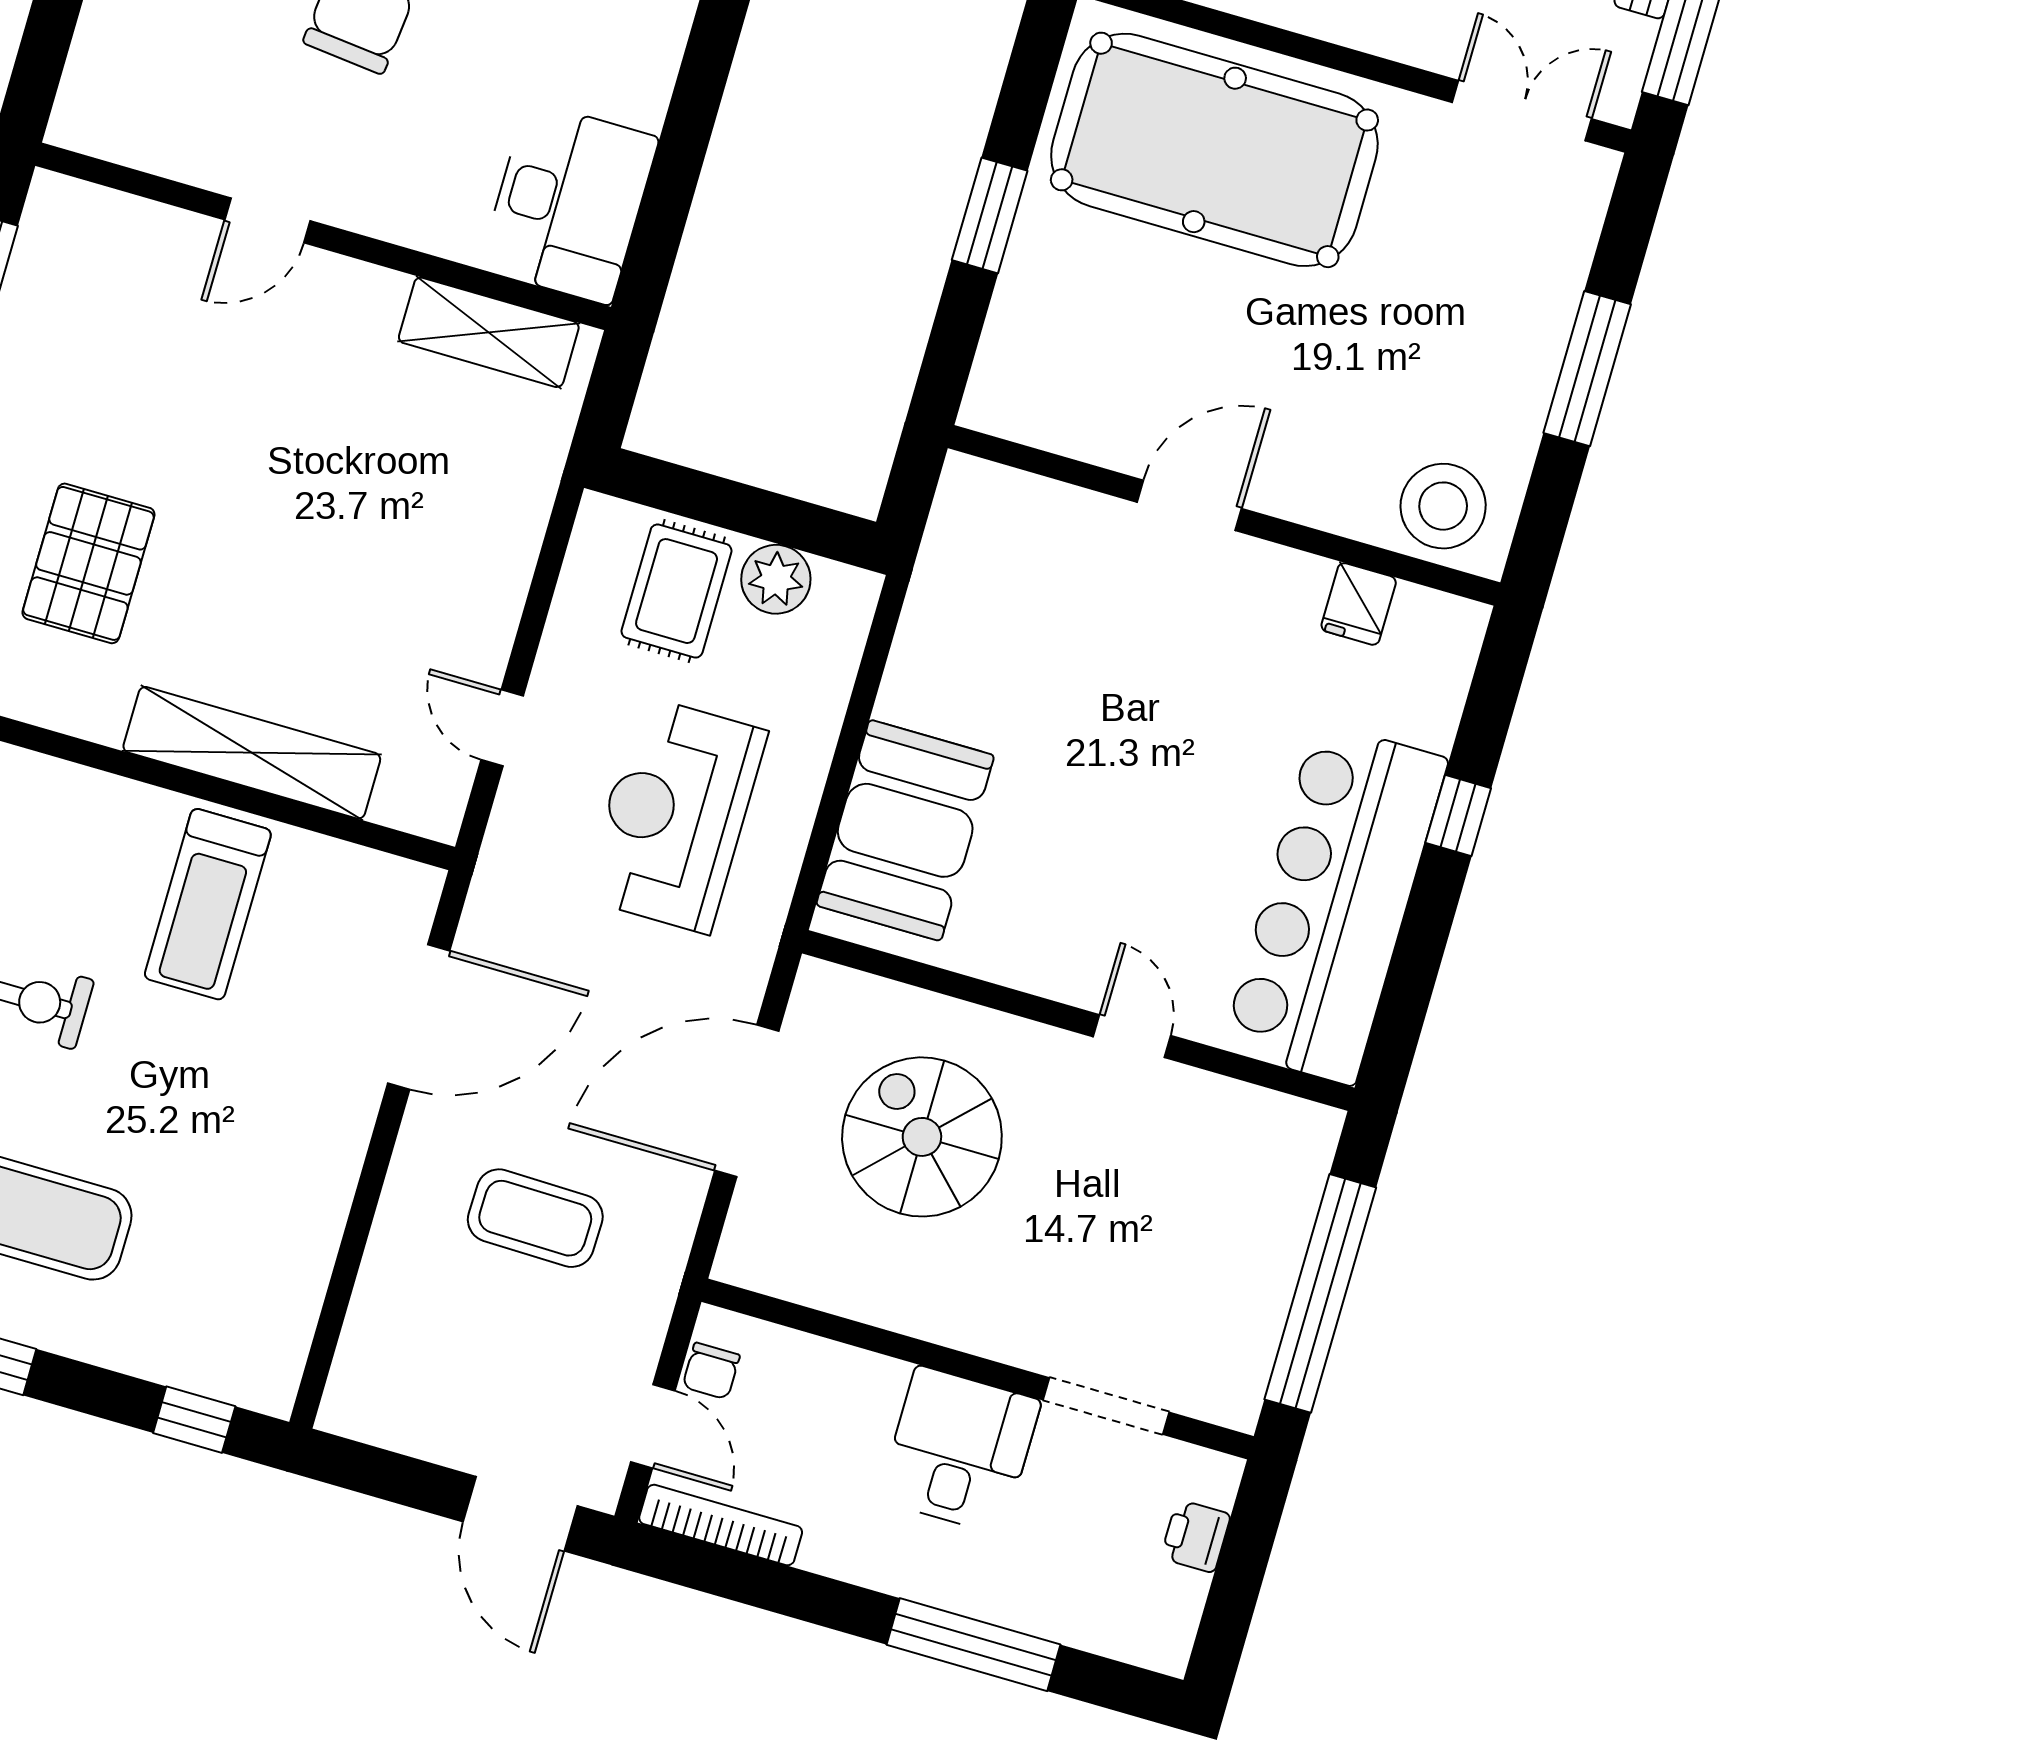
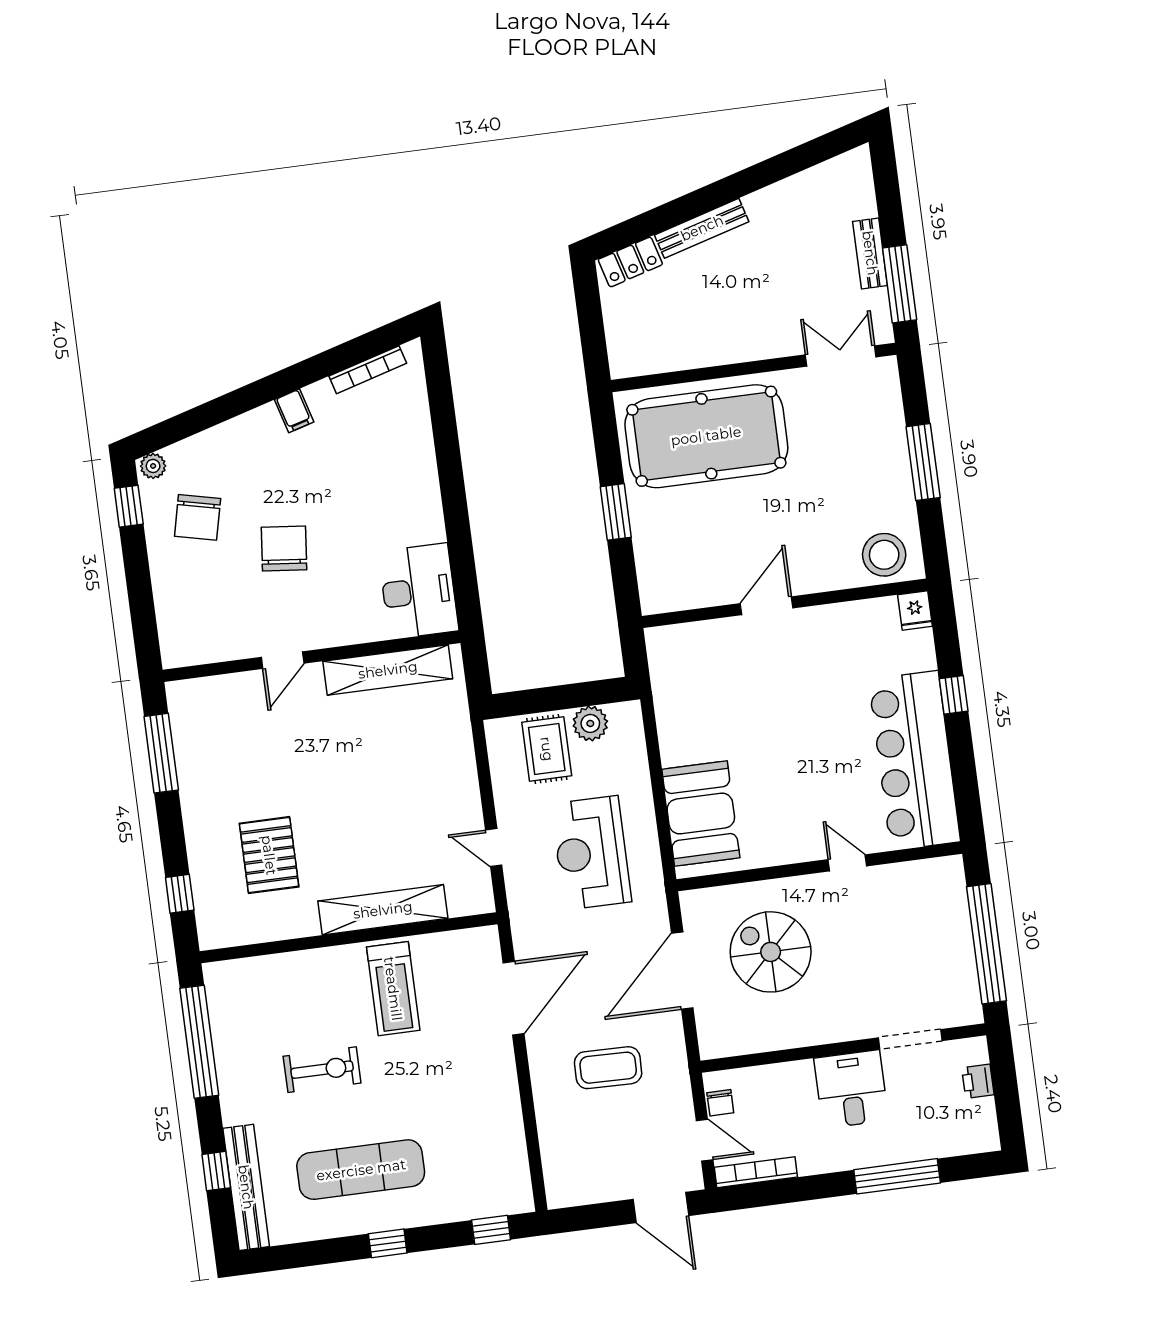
shelving: (489, 332) -> (388, 670), width x1.47
fridge: (1359, 604) -> (915, 611), moved

